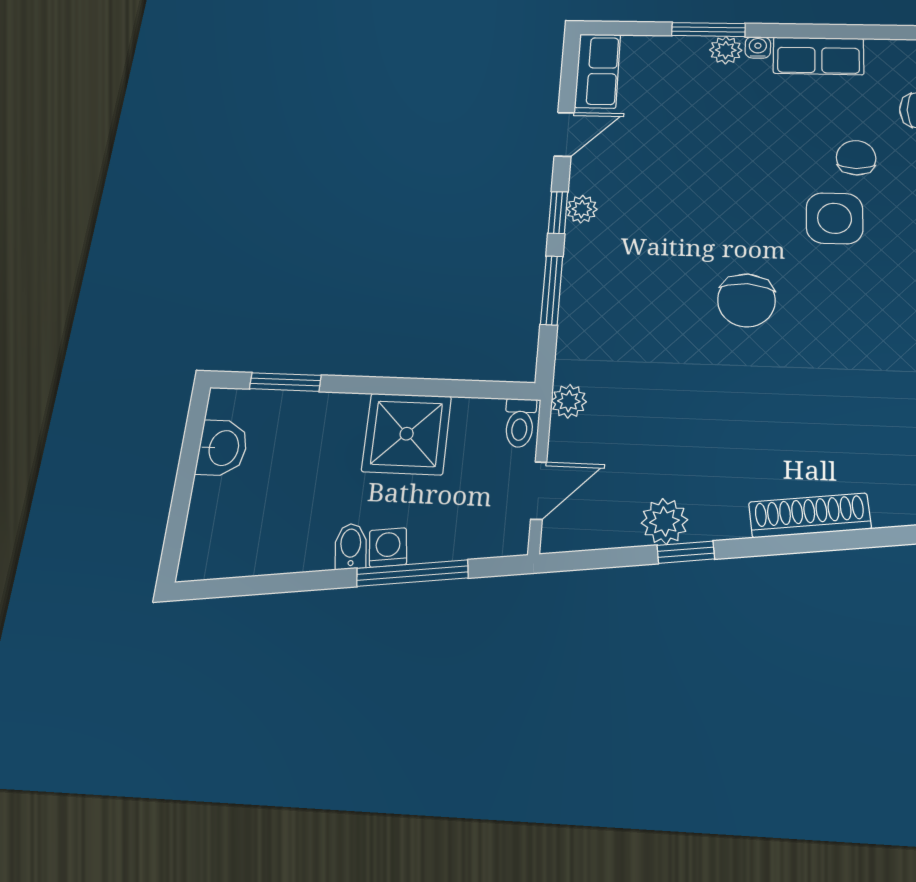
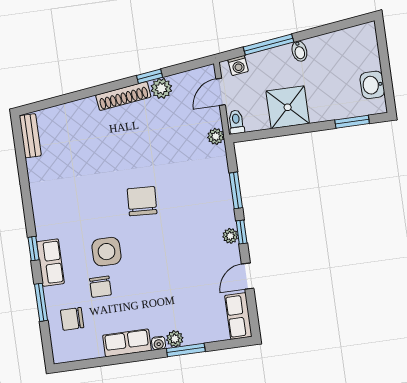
shoe rack: (810, 515) -> (123, 96), moved
washing machine: (388, 548) -> (238, 66), moved

